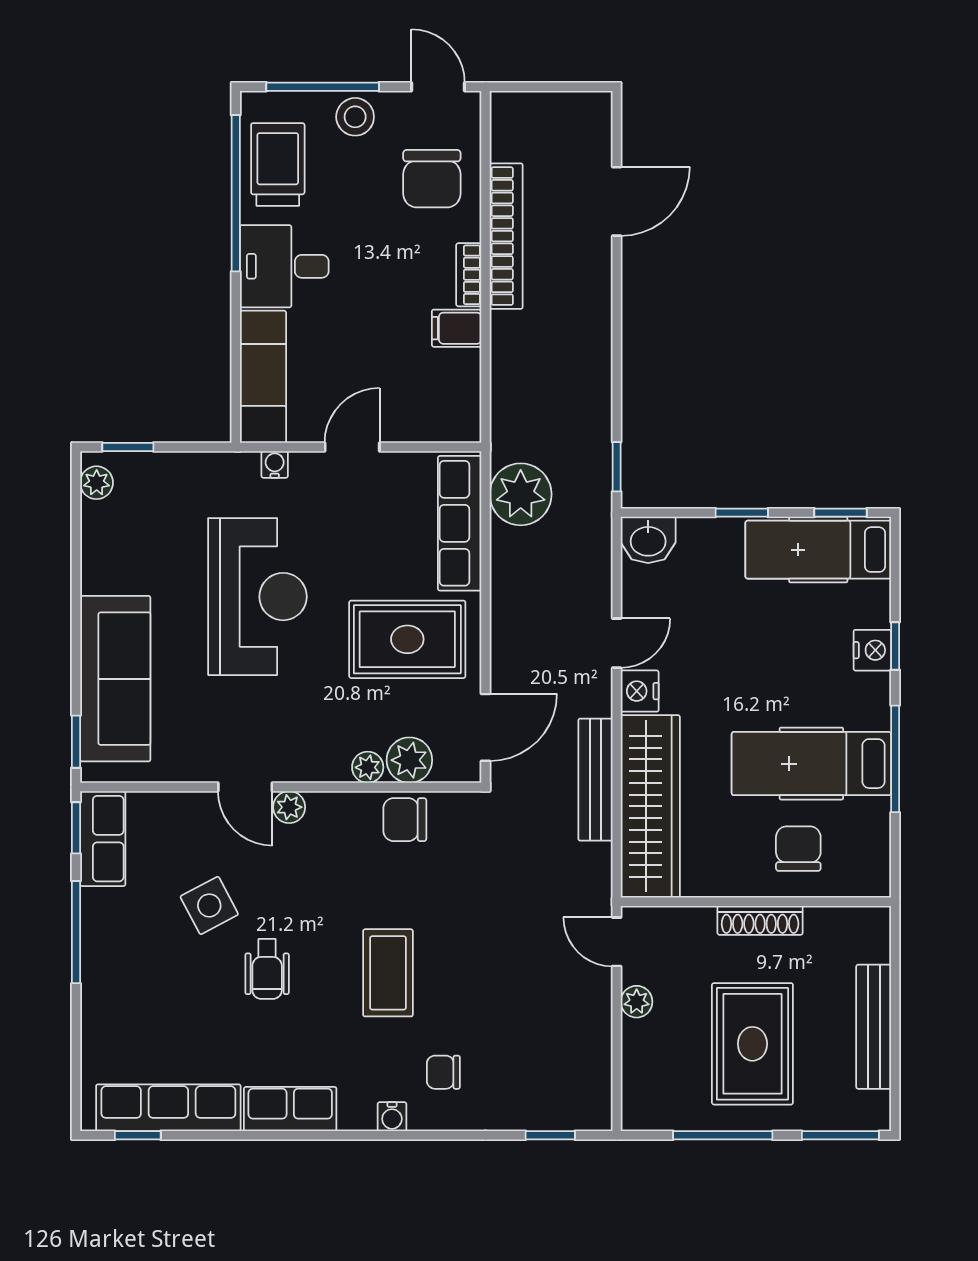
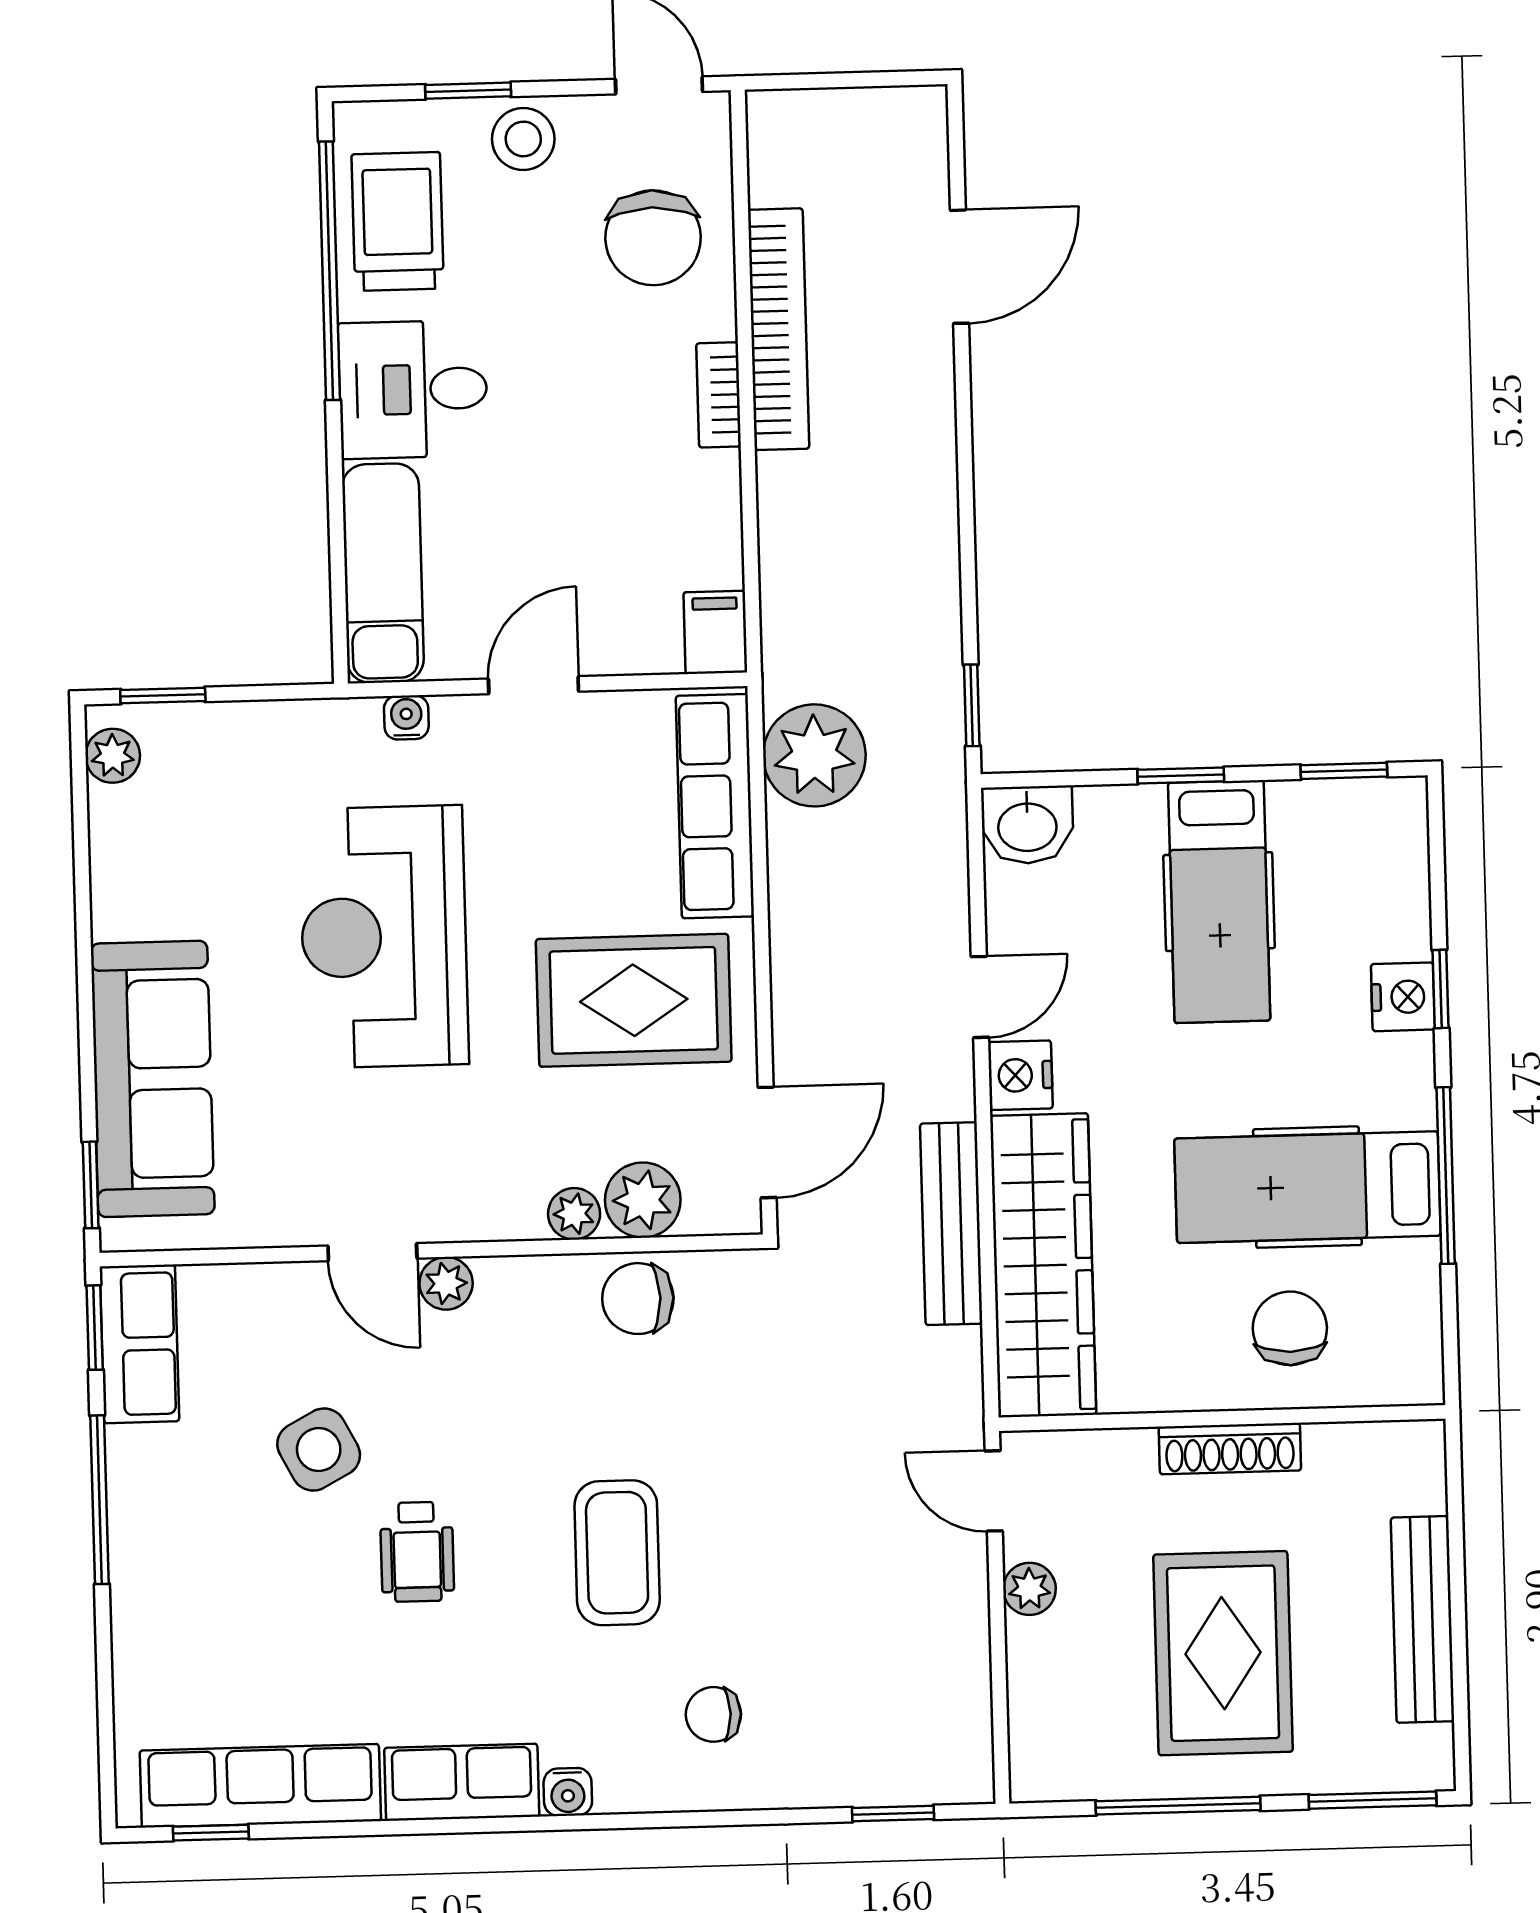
window: (323, 87) -> (468, 91), width x0.46
filing cabinet: (457, 328) -> (715, 632), moved, turned 90
hospital bed: (818, 550) -> (1219, 902), moved, turned -90
reception desk: (257, 597) -> (384, 937), turned 180
water cooler: (392, 1117) -> (568, 1792), moved

